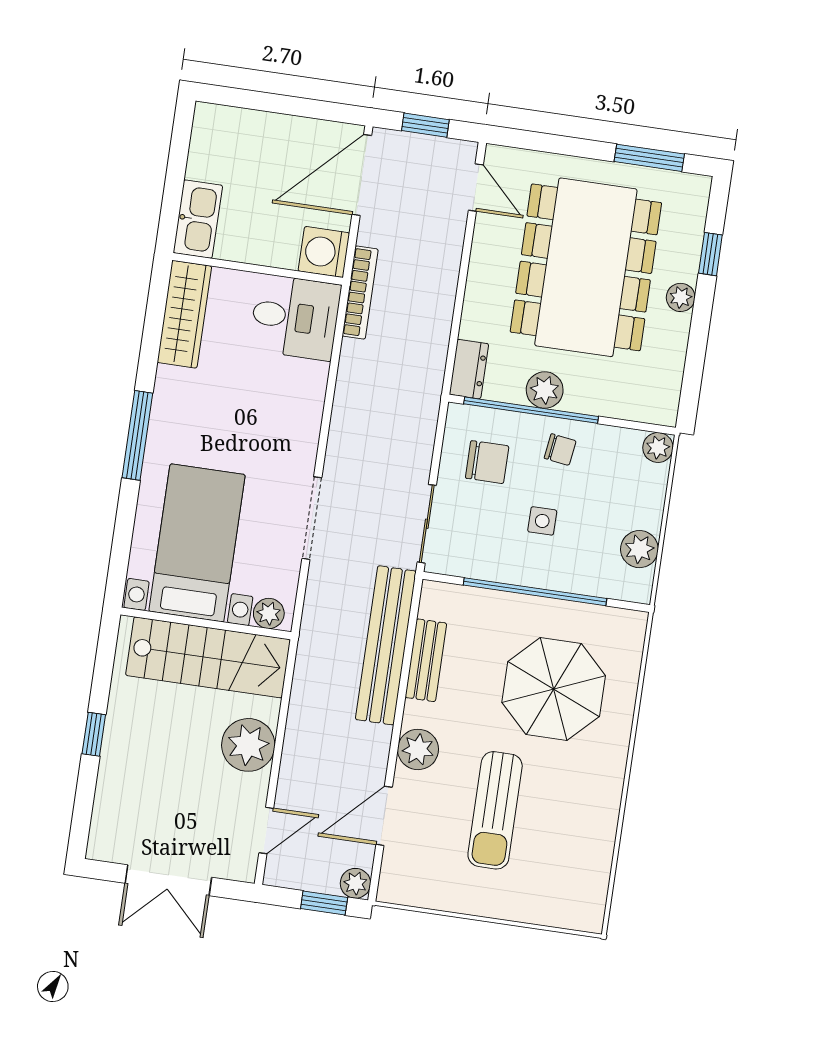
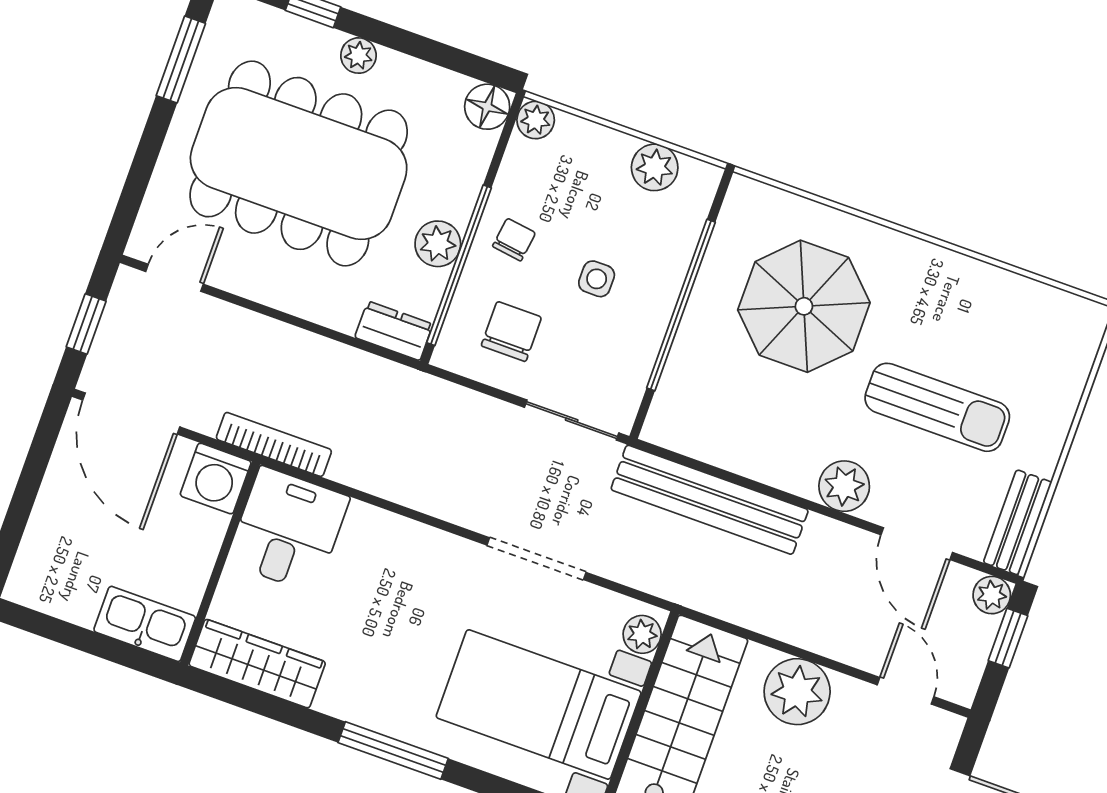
floor lamp: (661, 407) -> (487, 107), added
bench: (426, 660) -> (1018, 522), moved, turned 90

